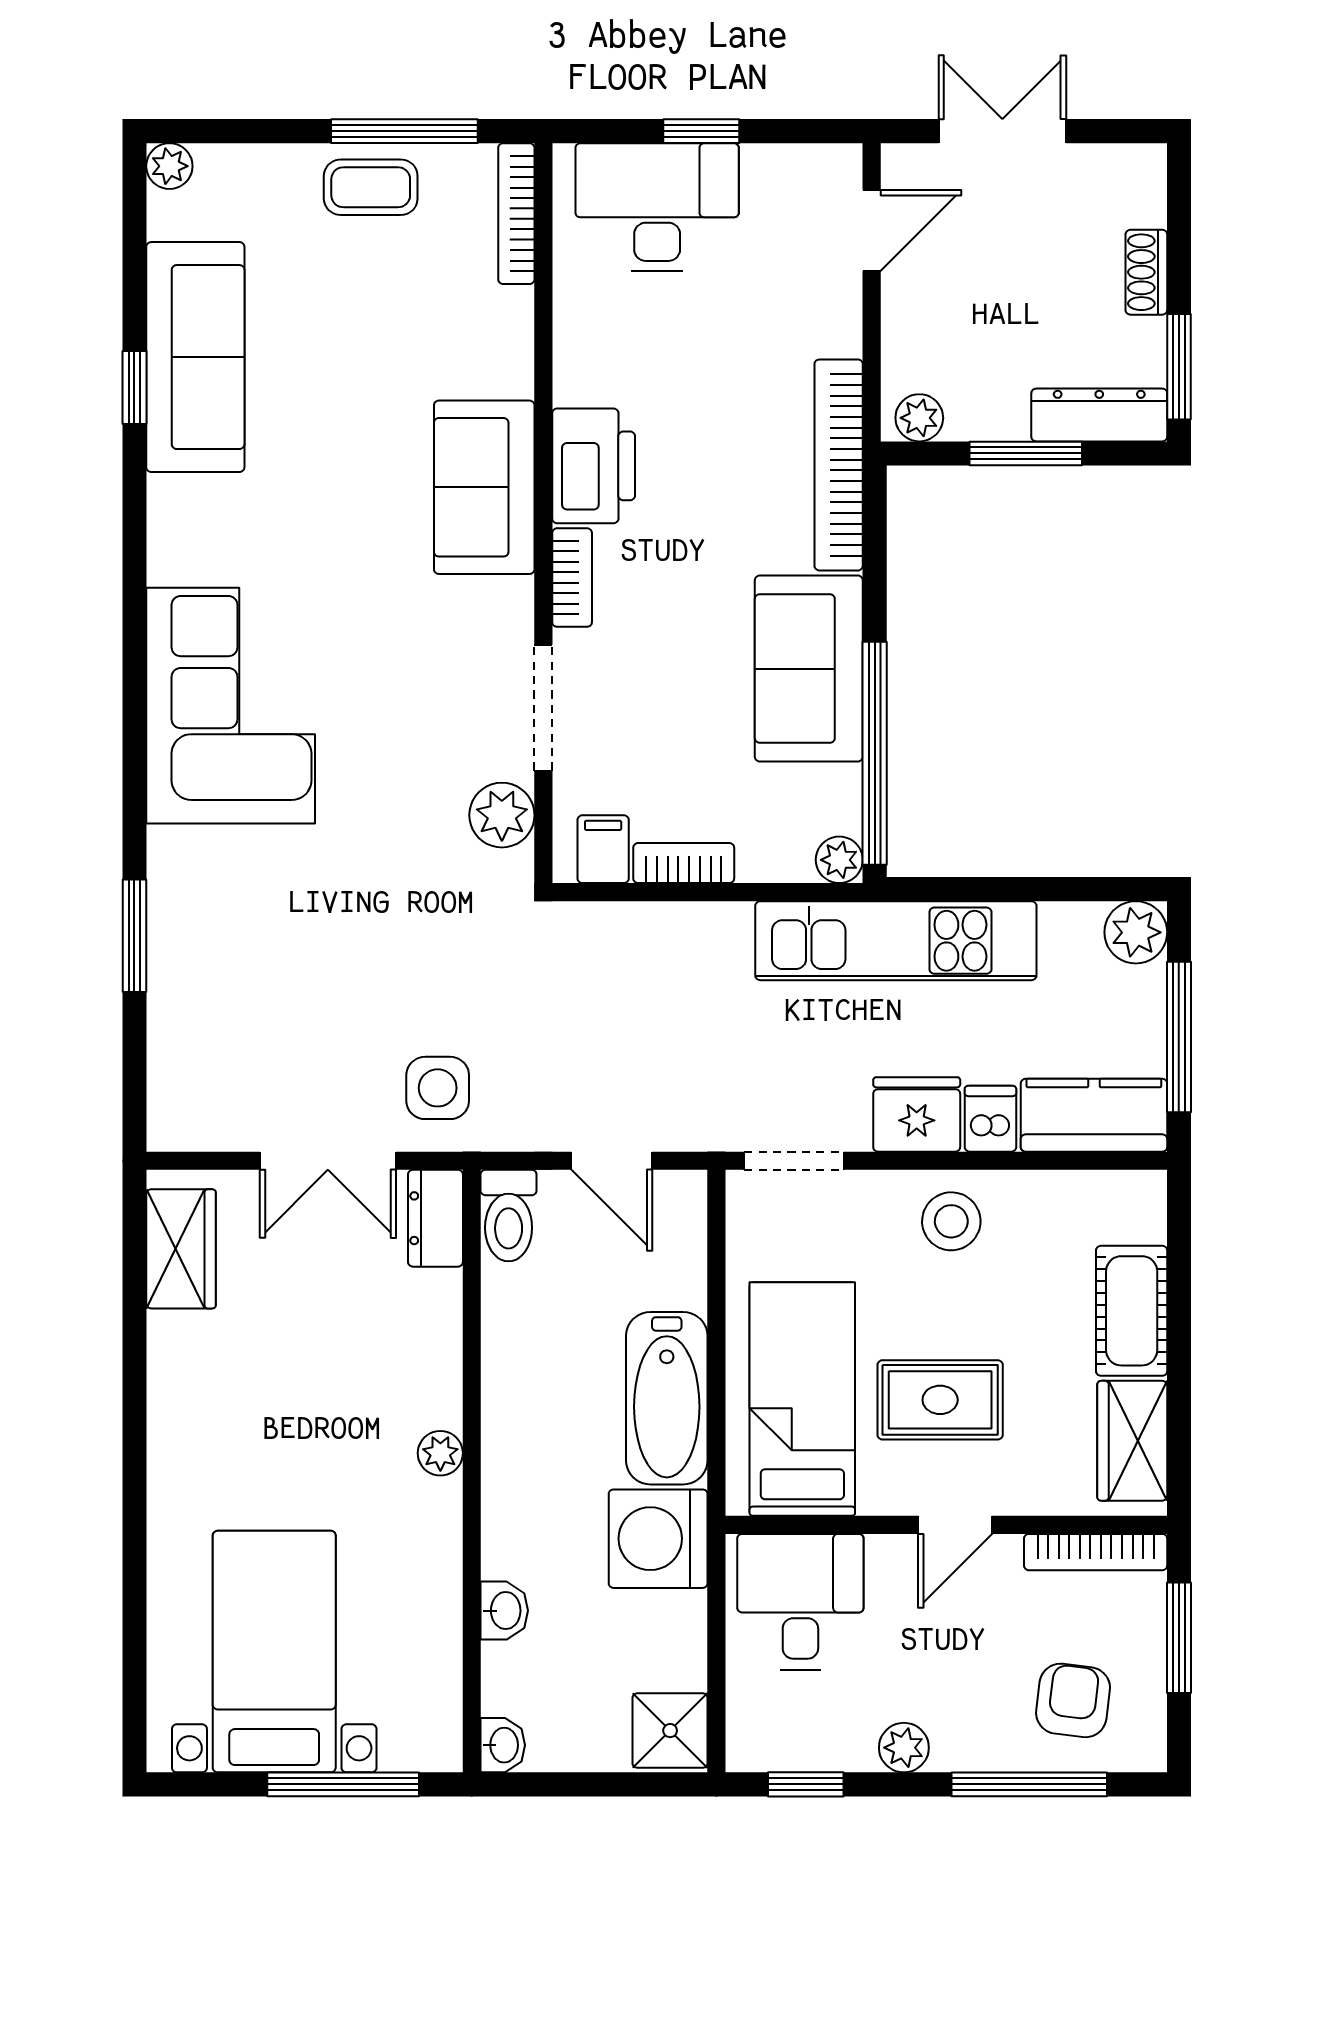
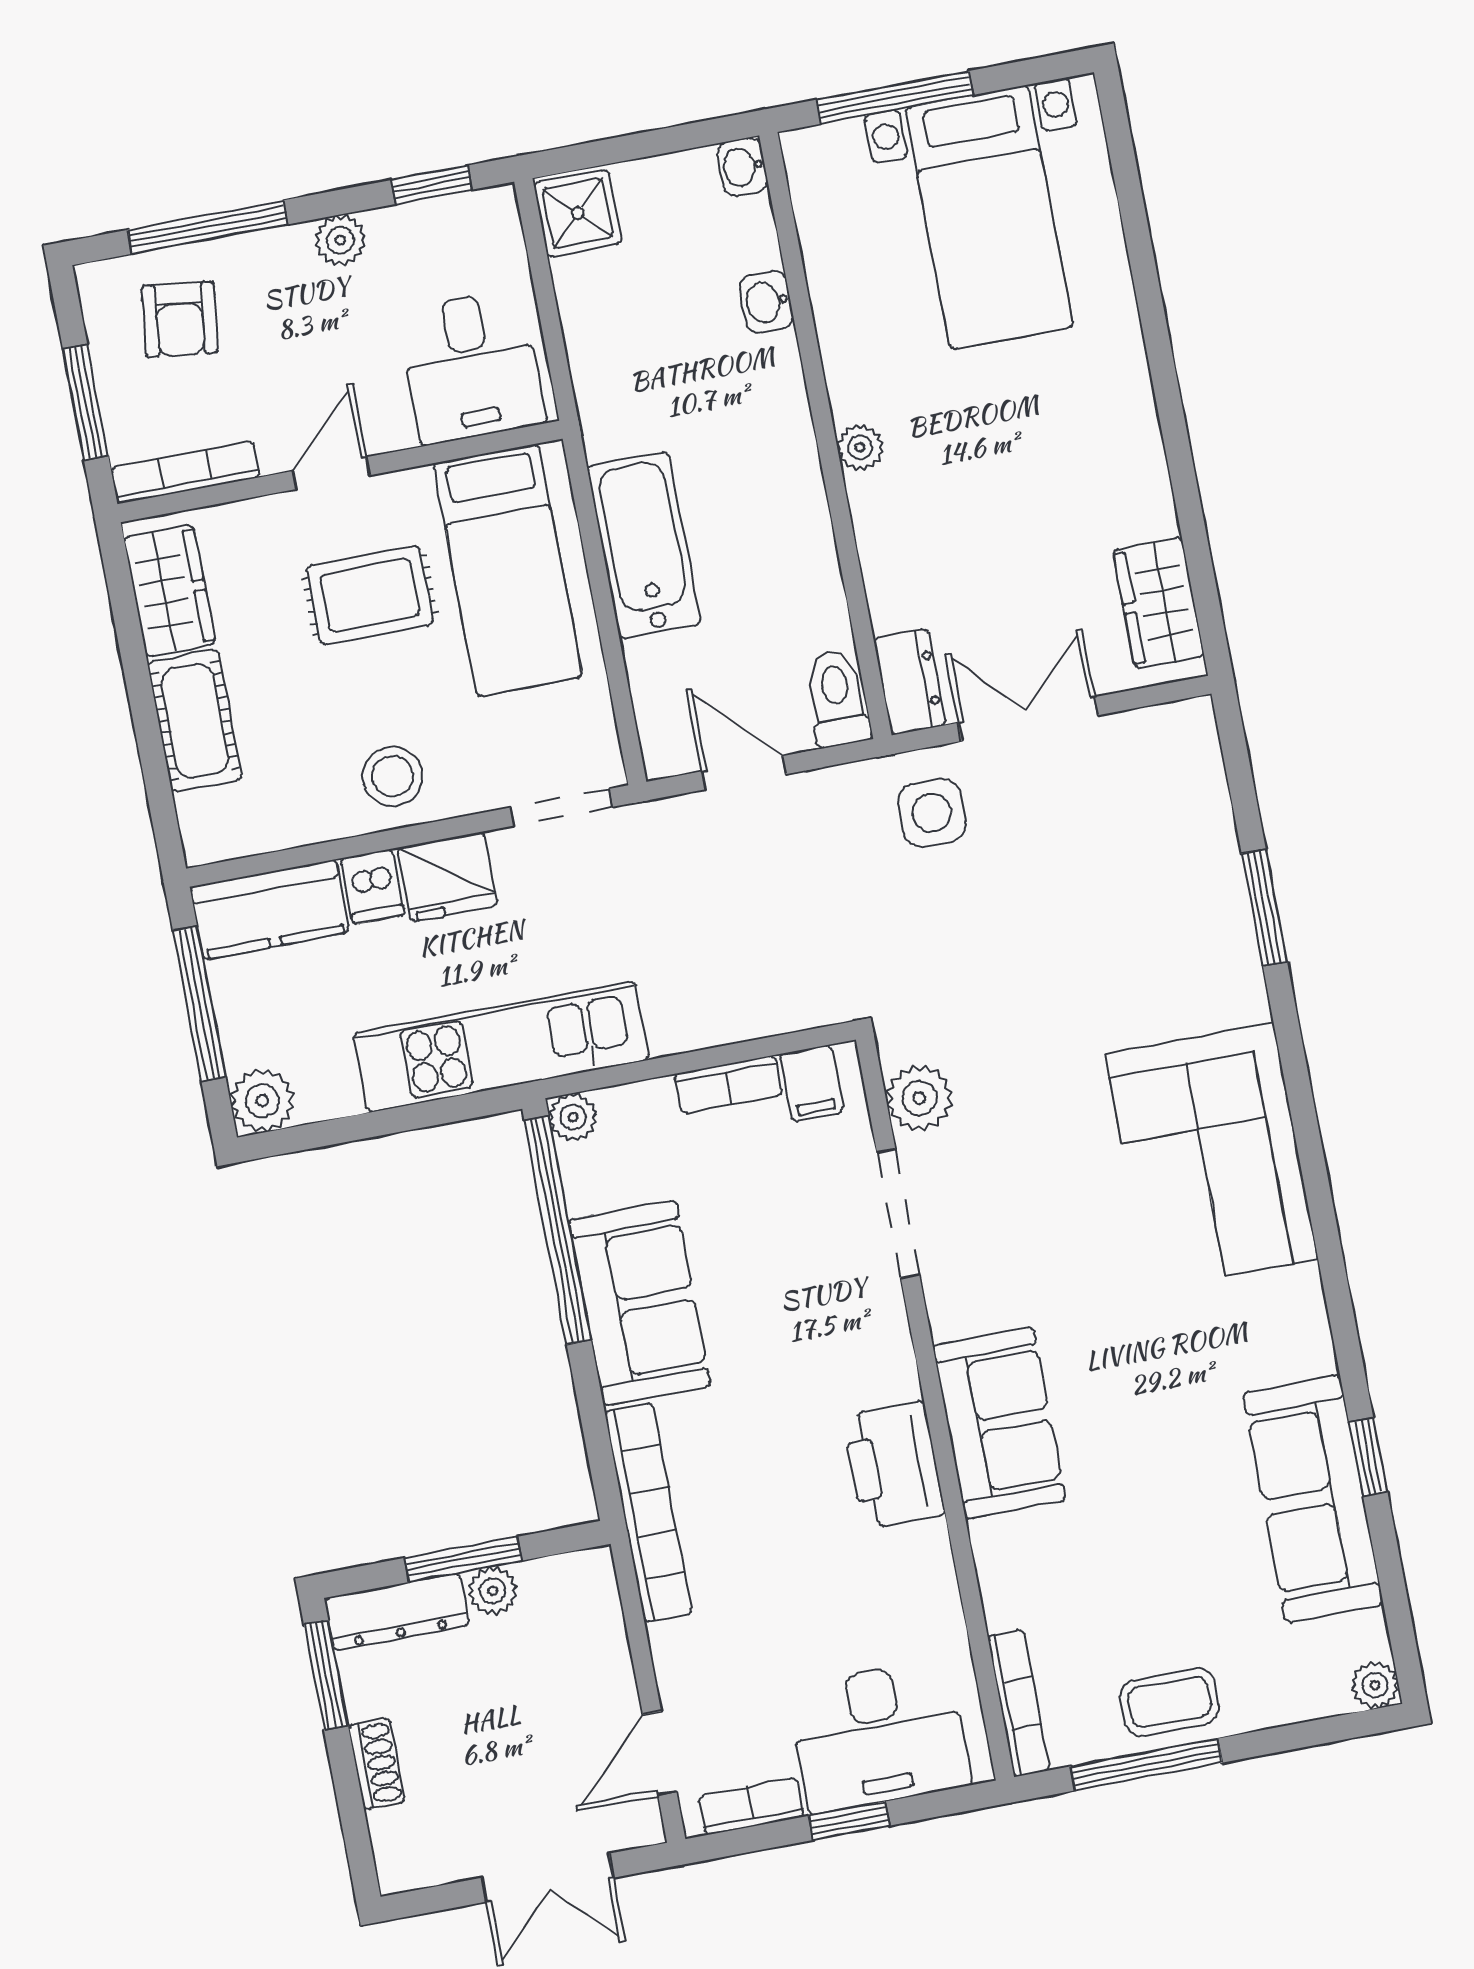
plant: (919, 418) -> (493, 1591), moved
bookcase: (572, 578) -> (751, 1806), moved, turned 90
washing machine: (658, 1539) -> (626, 403), removed

